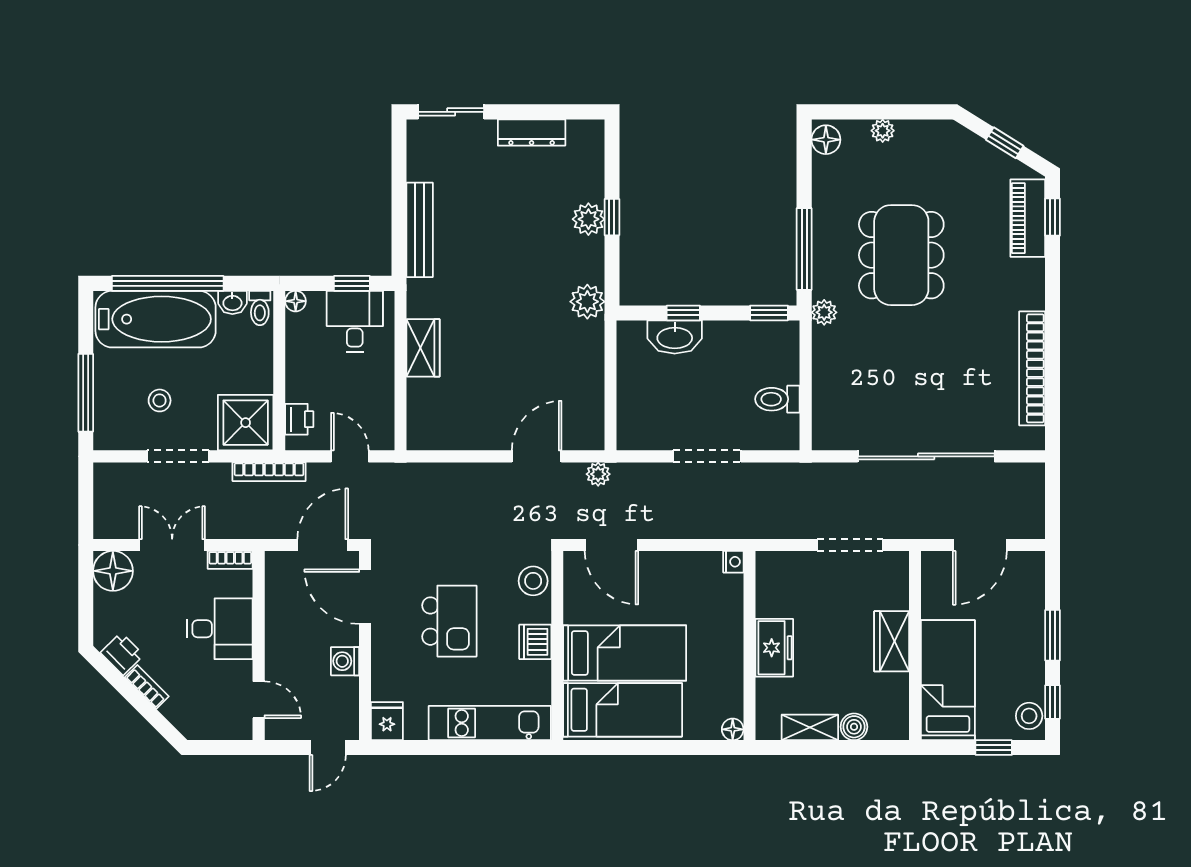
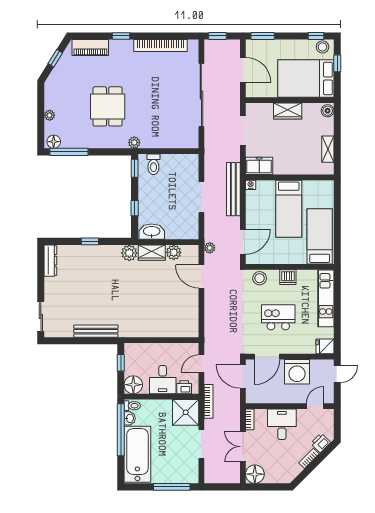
dresser: (532, 132) -> (50, 261), moved
window: (1053, 217) -> (121, 36), moved
plant: (588, 219) -> (174, 252), moved
window: (804, 249) -> (69, 152), moved
dining table: (901, 255) -> (108, 106), width x0.73
window: (168, 283) -> (121, 430), moved
floor lamp: (296, 301) -> (133, 385), width x1.89, depth x1.89
desk: (355, 321) -> (163, 380), moved, turned -90
washbasin: (675, 337) -> (152, 232), moved, turned -90
wardrobe: (423, 348) -> (152, 253), moved, turned 180
toilet: (777, 399) -> (153, 164), moved
stool: (160, 400) -> (175, 452), removed
window: (1053, 491) -> (218, 36), added
bench: (724, 525) -> (233, 189), added
window: (1053, 635) -> (263, 36), moved
freezer: (774, 648) -> (259, 166), moved
bed: (625, 653) -> (289, 209), moved, turned 180
printer: (122, 654) -> (321, 443), moved
washing machine: (345, 661) -> (297, 372), width x1.89, depth x1.89
bed: (948, 680) -> (306, 78), width x1.50
boiler: (854, 727) -> (328, 111), moved
floor lamp: (733, 729) -> (329, 185), removed
door: (328, 748) -> (337, 374), hinge flipped

